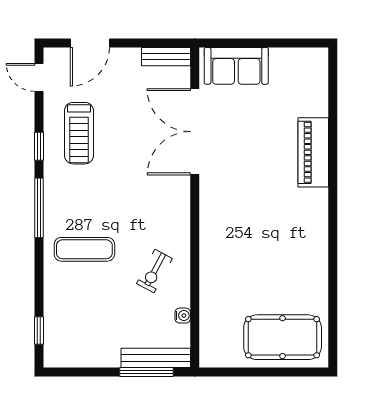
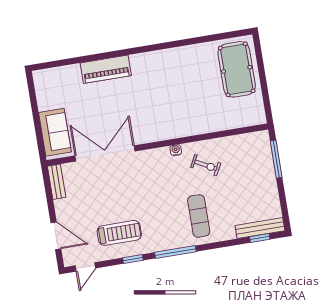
double door: (195, 132) -> (105, 153), swing flipped
water cooler: (183, 316) -> (176, 150), moved
bench: (156, 358) -> (260, 228), moved, turned 90

